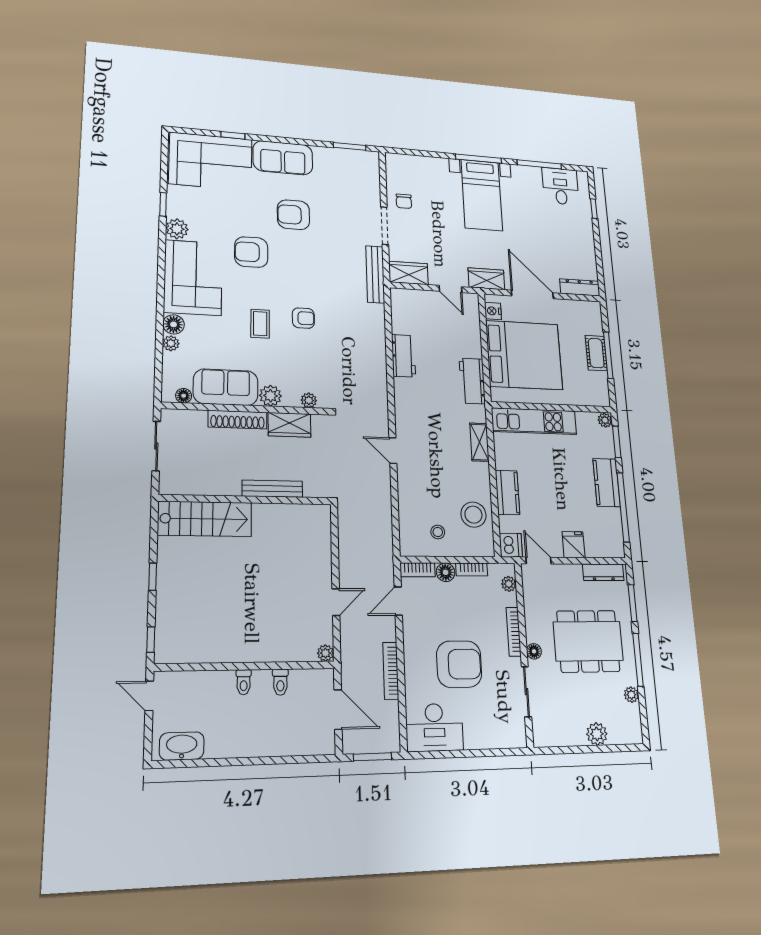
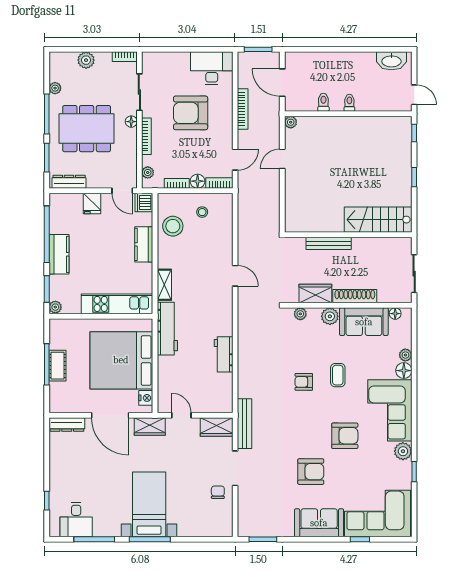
workbench: (472, 381) -> (167, 329), width x1.38
bookcase: (549, 740) -> (125, 57), added

